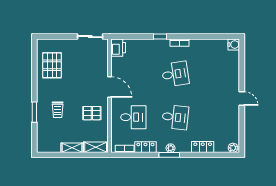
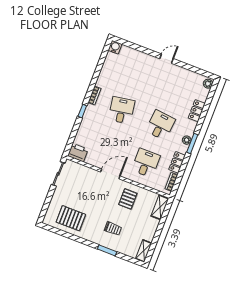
shelving: (72, 148) -> (144, 251), moved

